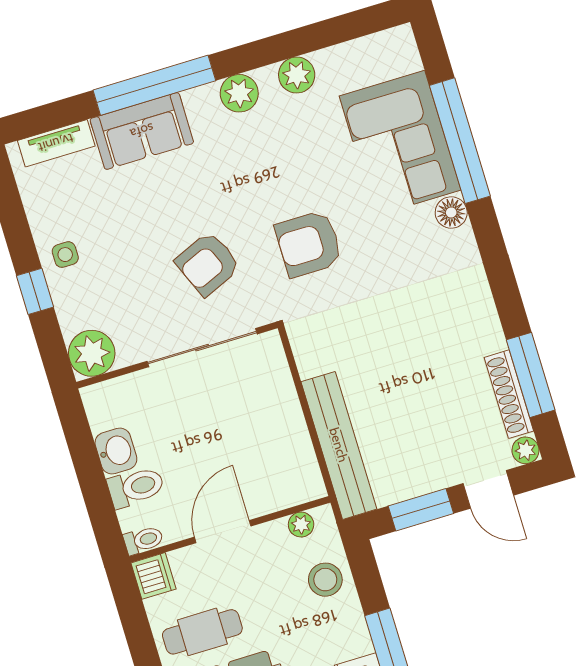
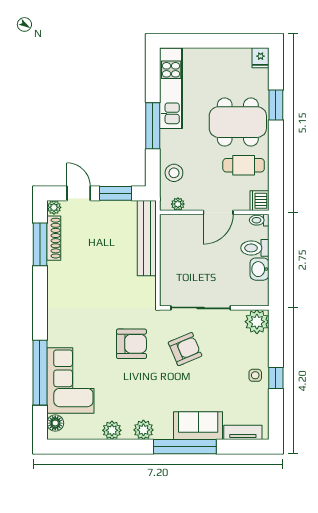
floor lamp: (451, 213) -> (55, 423), moved
window: (35, 291) -> (276, 378), moved

